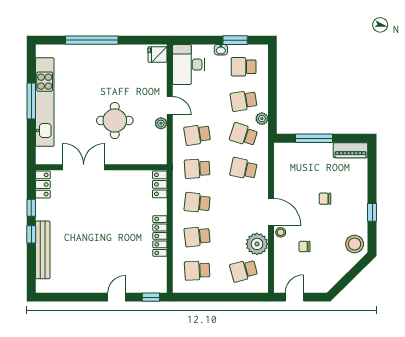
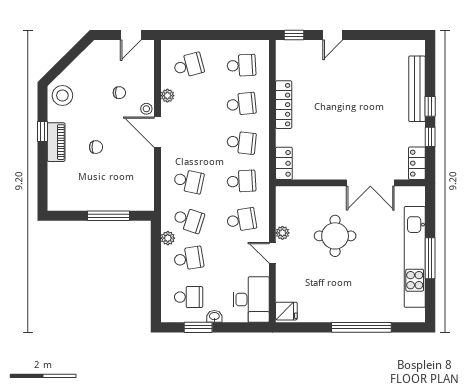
piano: (351, 150) -> (56, 142), moved, turned 90
plant: (257, 244) -> (167, 96), width x0.53, depth x0.53

